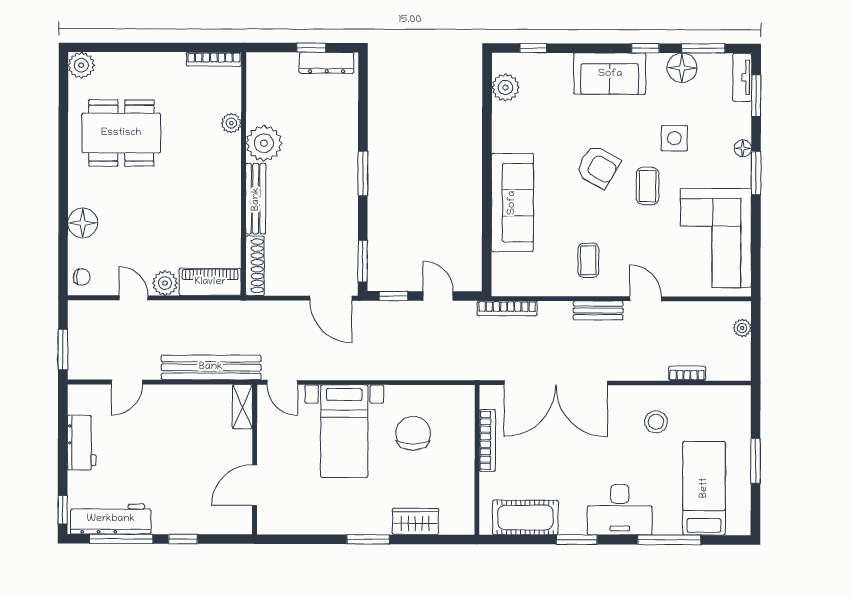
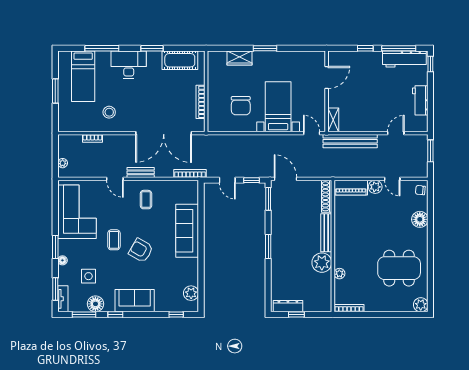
side table: (674, 138) -> (88, 276), moved
double door: (556, 383) -> (164, 133), swing flipped

